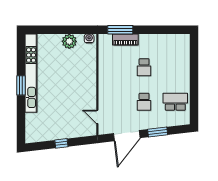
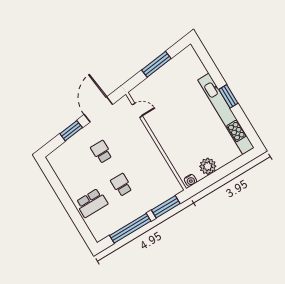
window: (158, 30) -> (130, 228), added
piano: (125, 40) -> (155, 200), removed
school desk: (175, 102) -> (92, 203), moved
window: (61, 143) -> (156, 64), width x2.17

